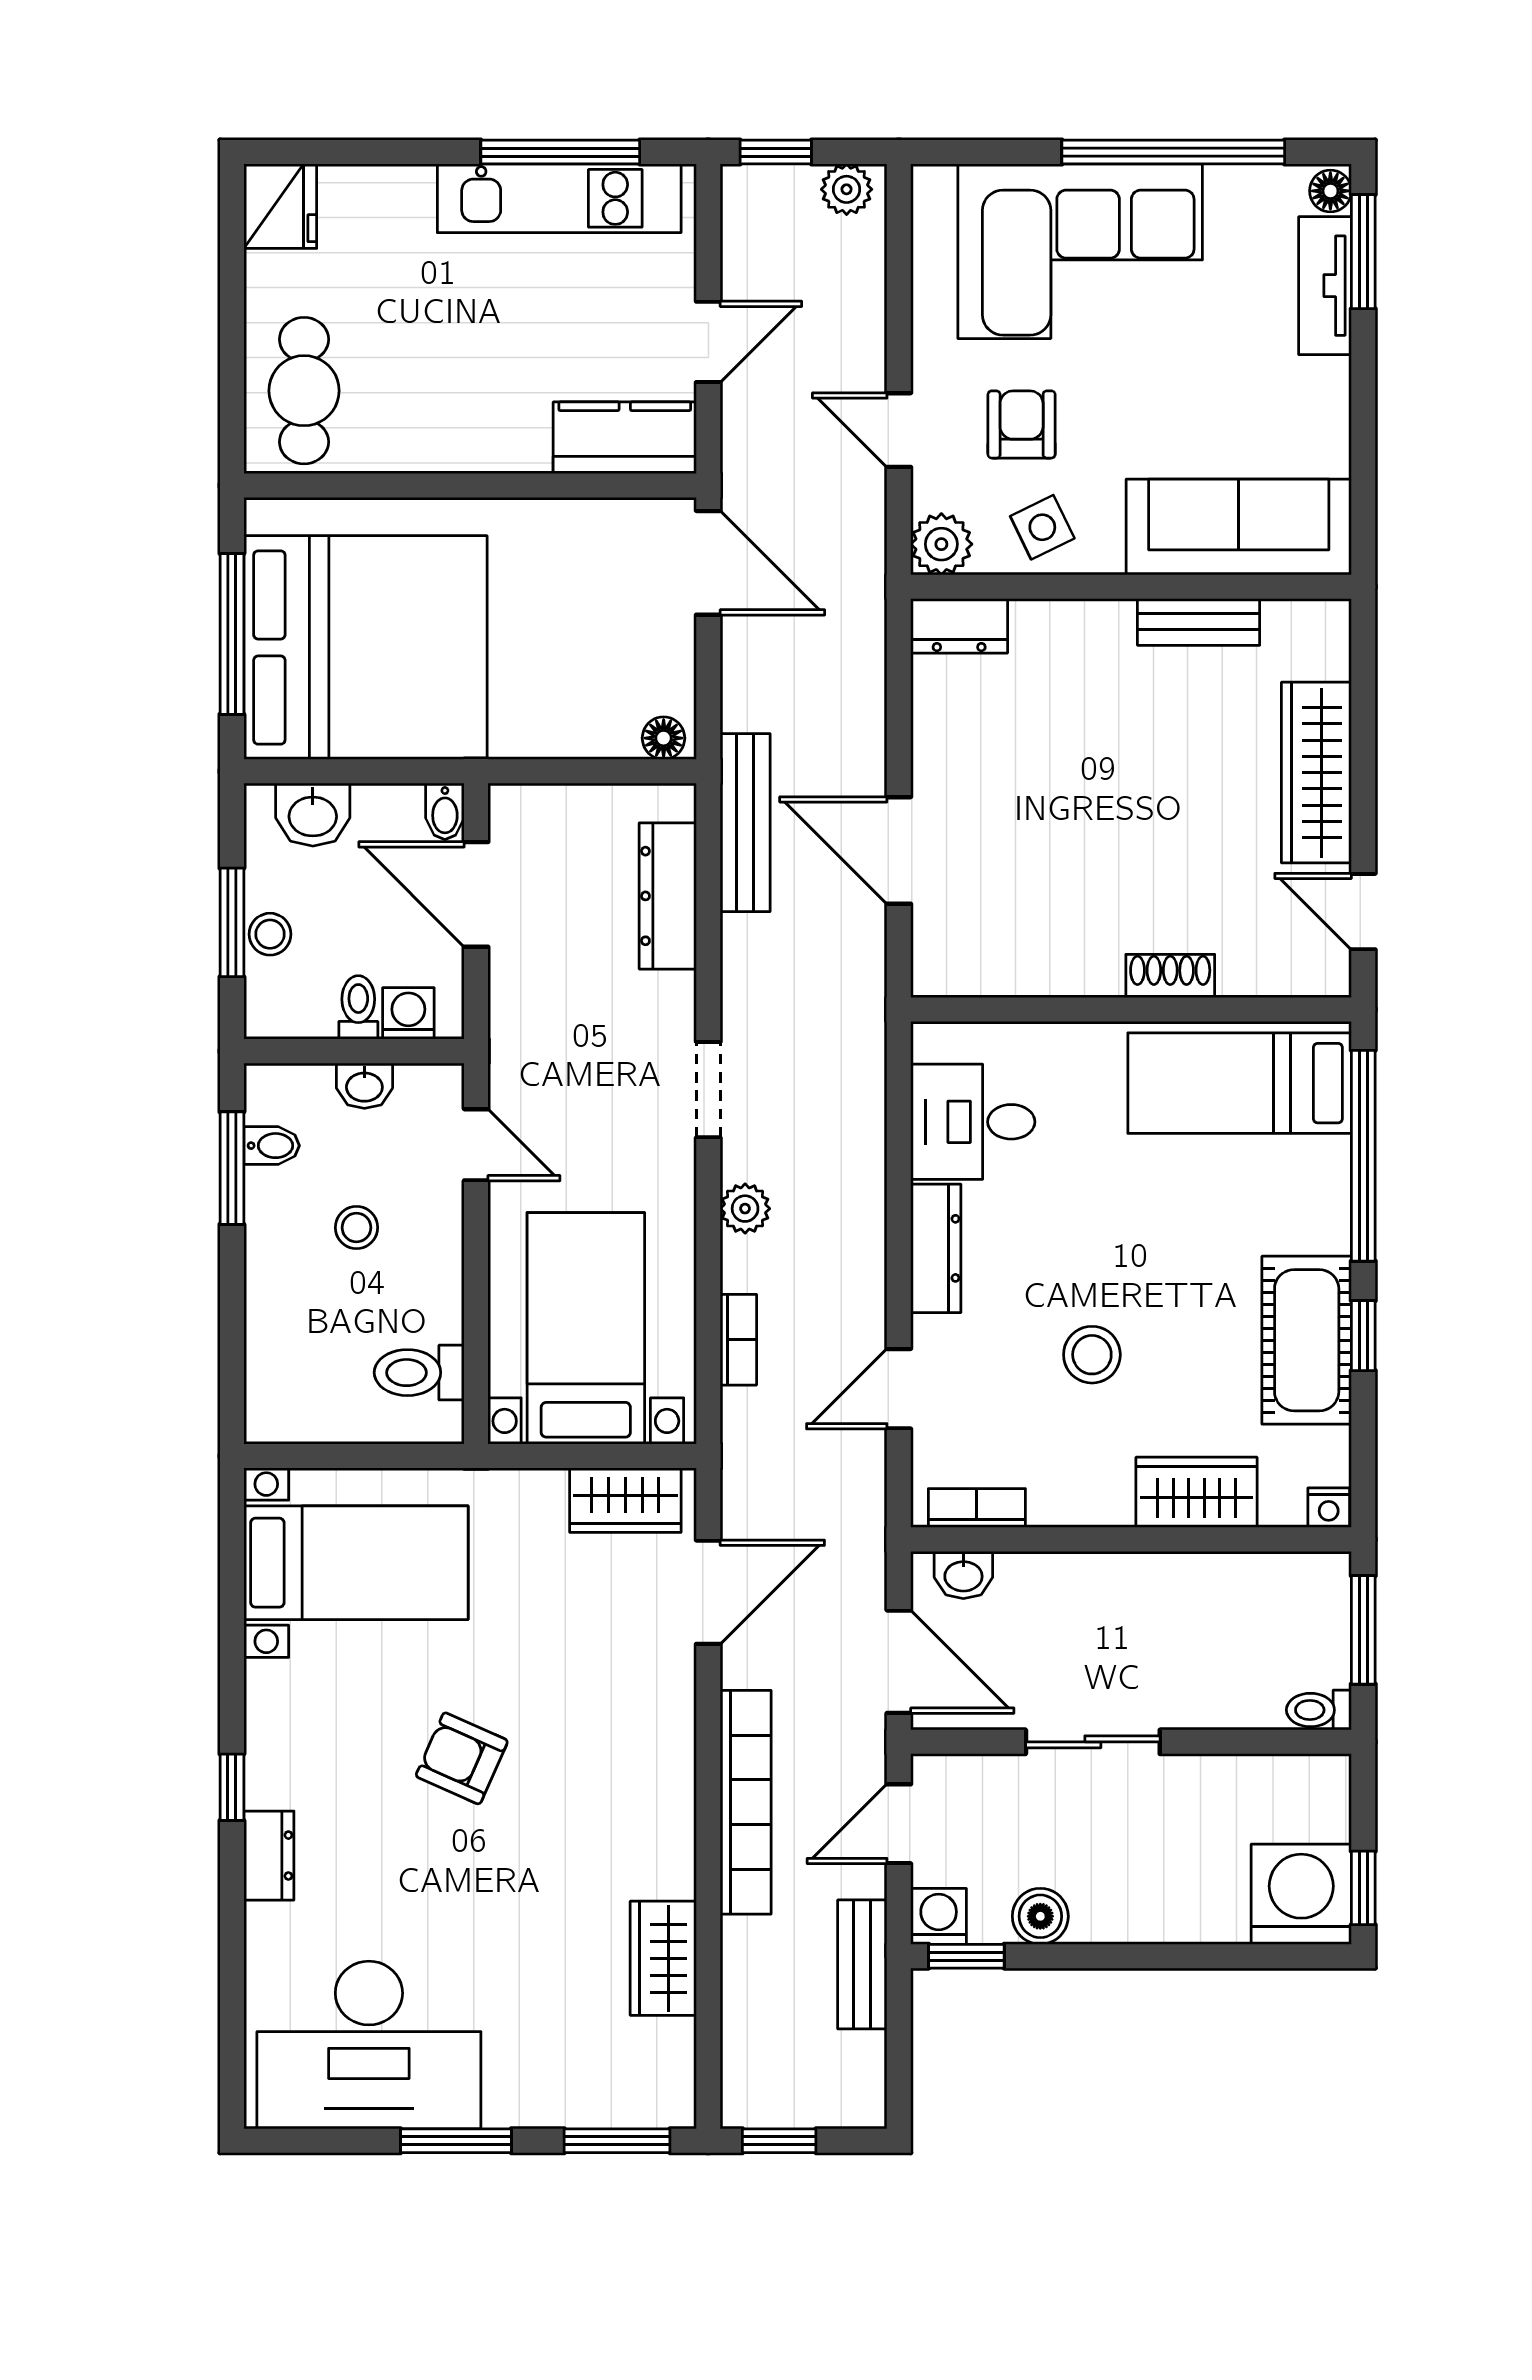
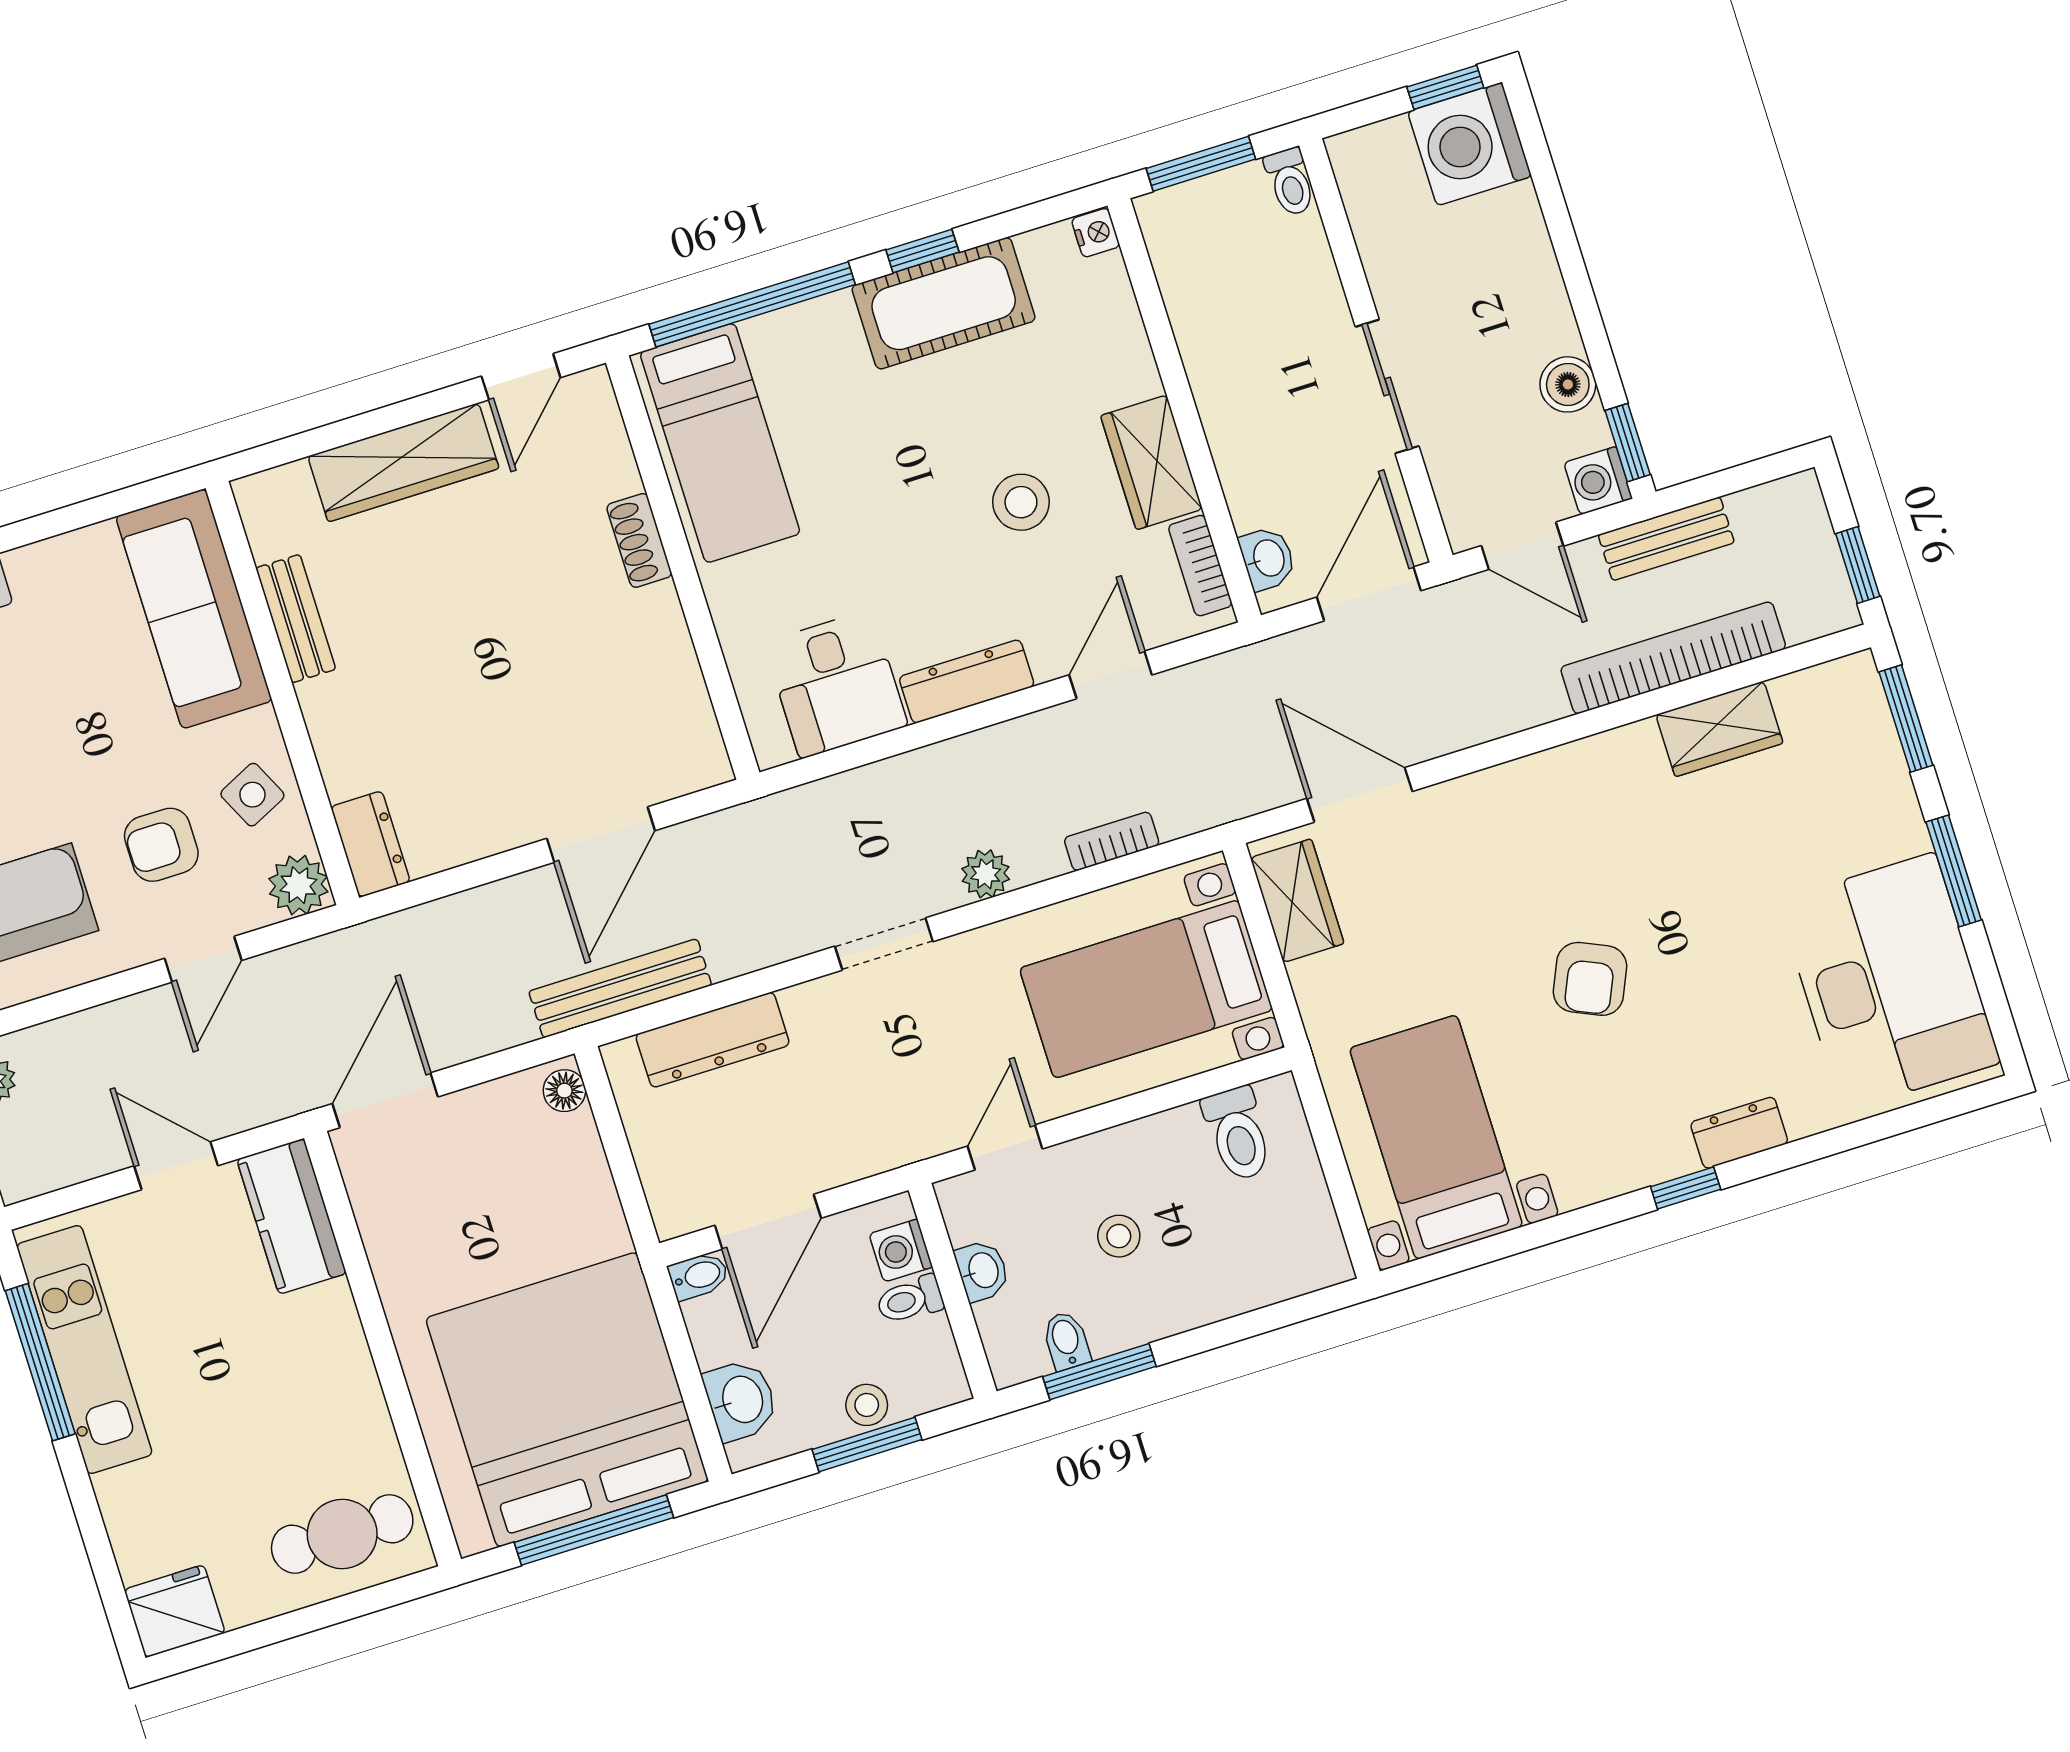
door: (899, 1389) -> (1111, 675), swing flipped
wardrobe: (1197, 1492) -> (1152, 462), moved
bookcase: (746, 1802) -> (1673, 658), moved

